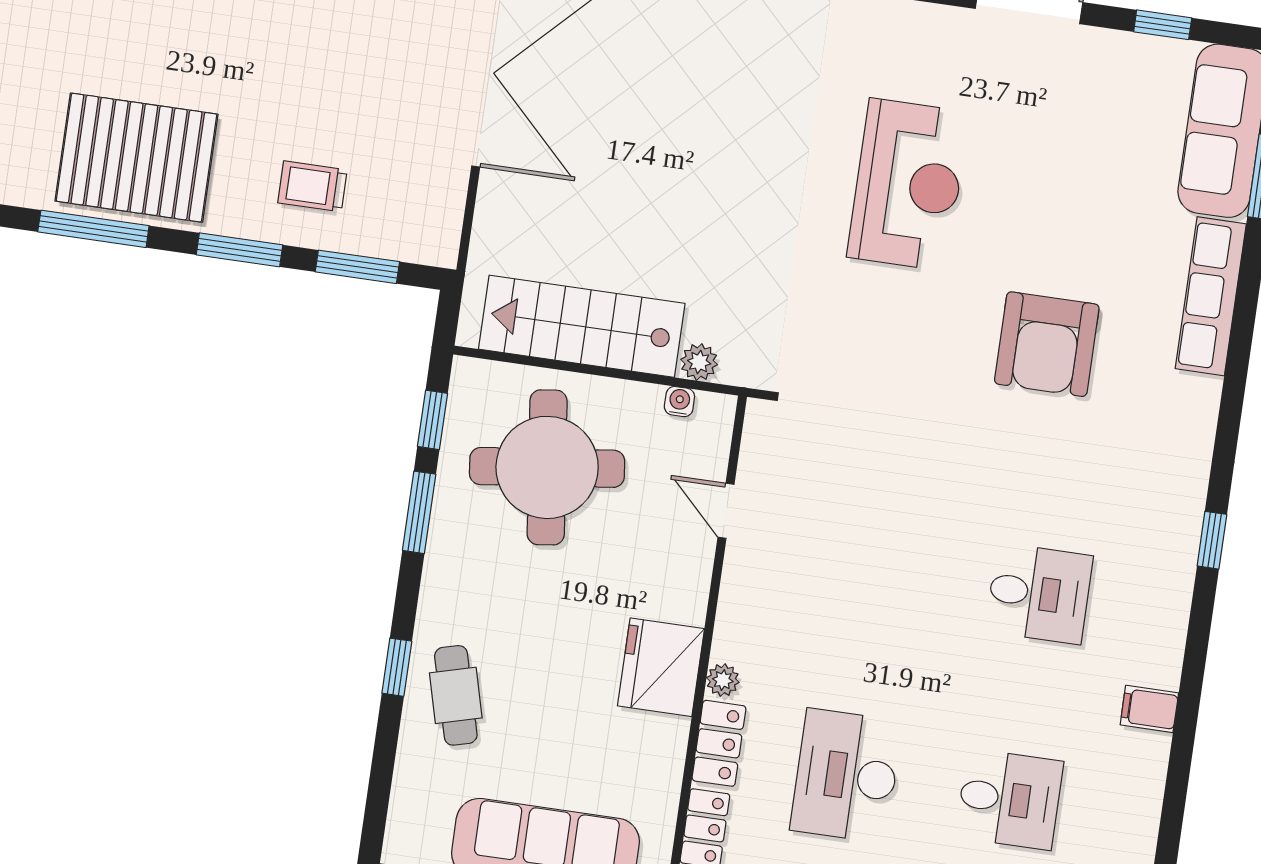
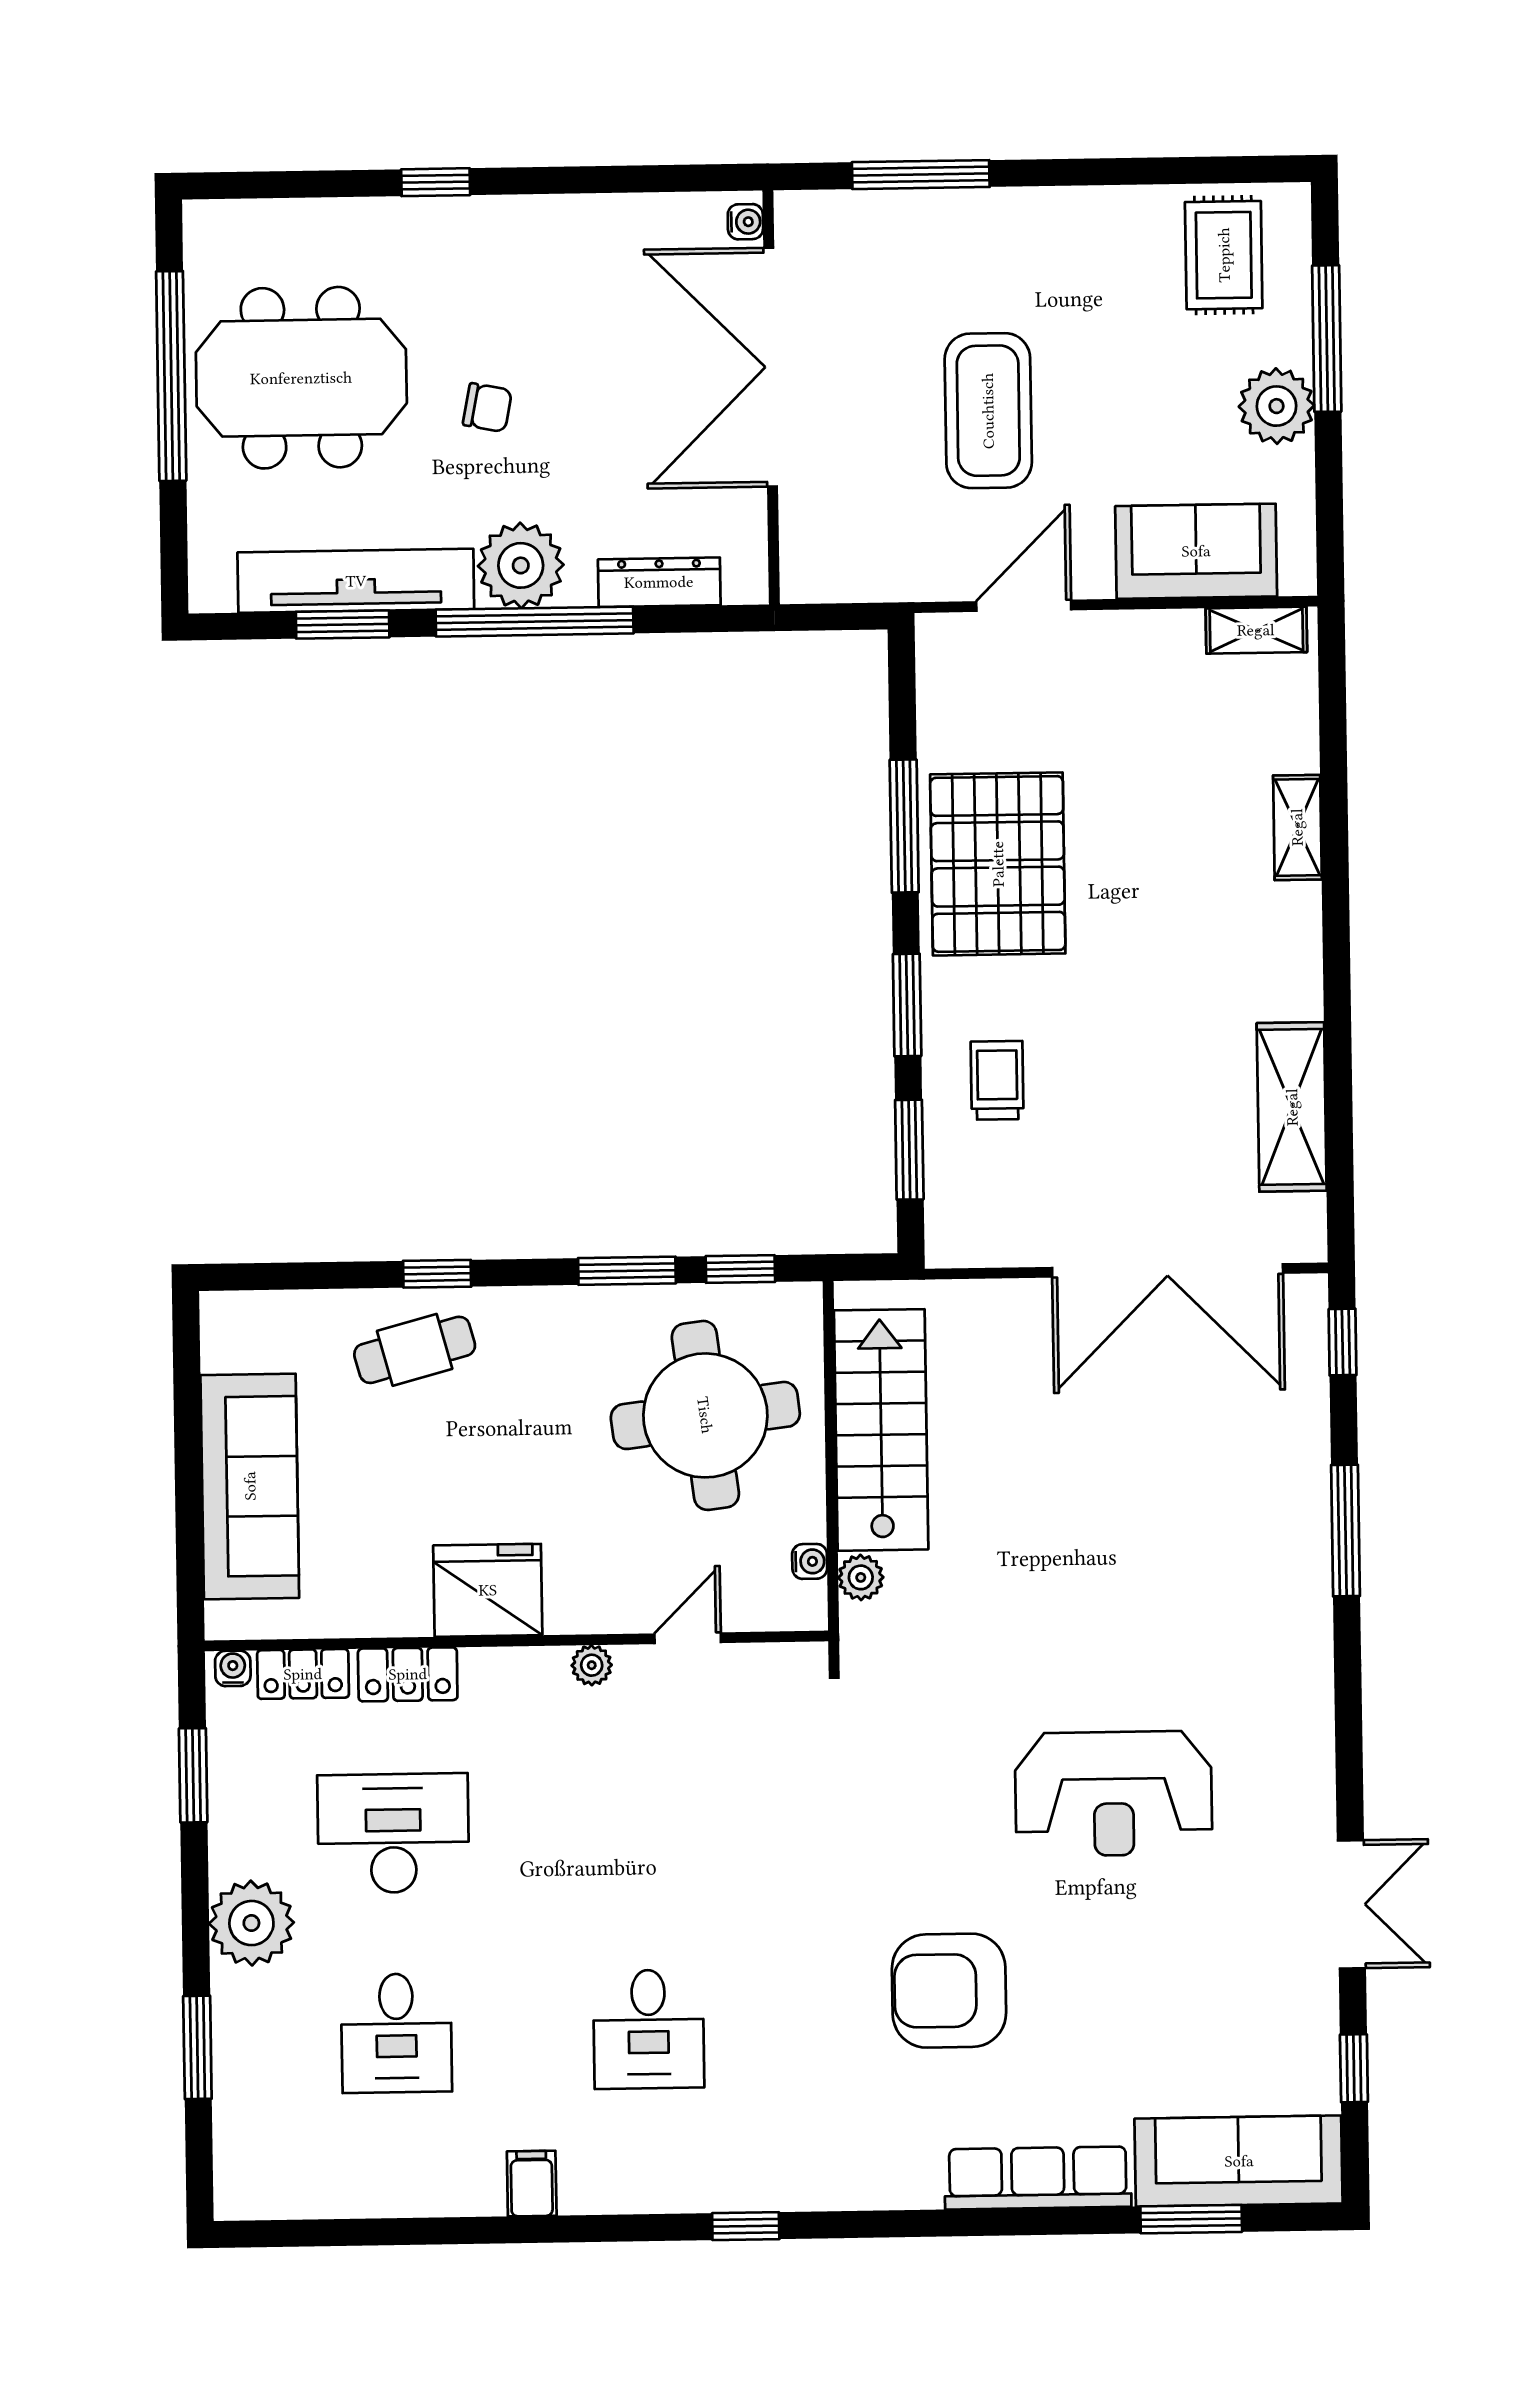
plant: (723, 680) -> (592, 1665), moved

